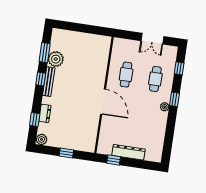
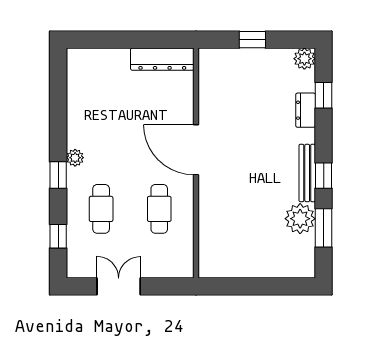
dresser: (128, 152) -> (162, 59), moved
window: (114, 160) -> (159, 40), removed

